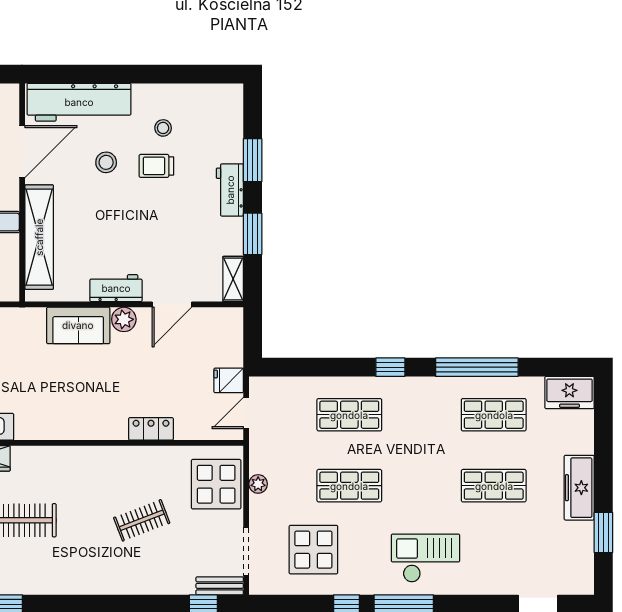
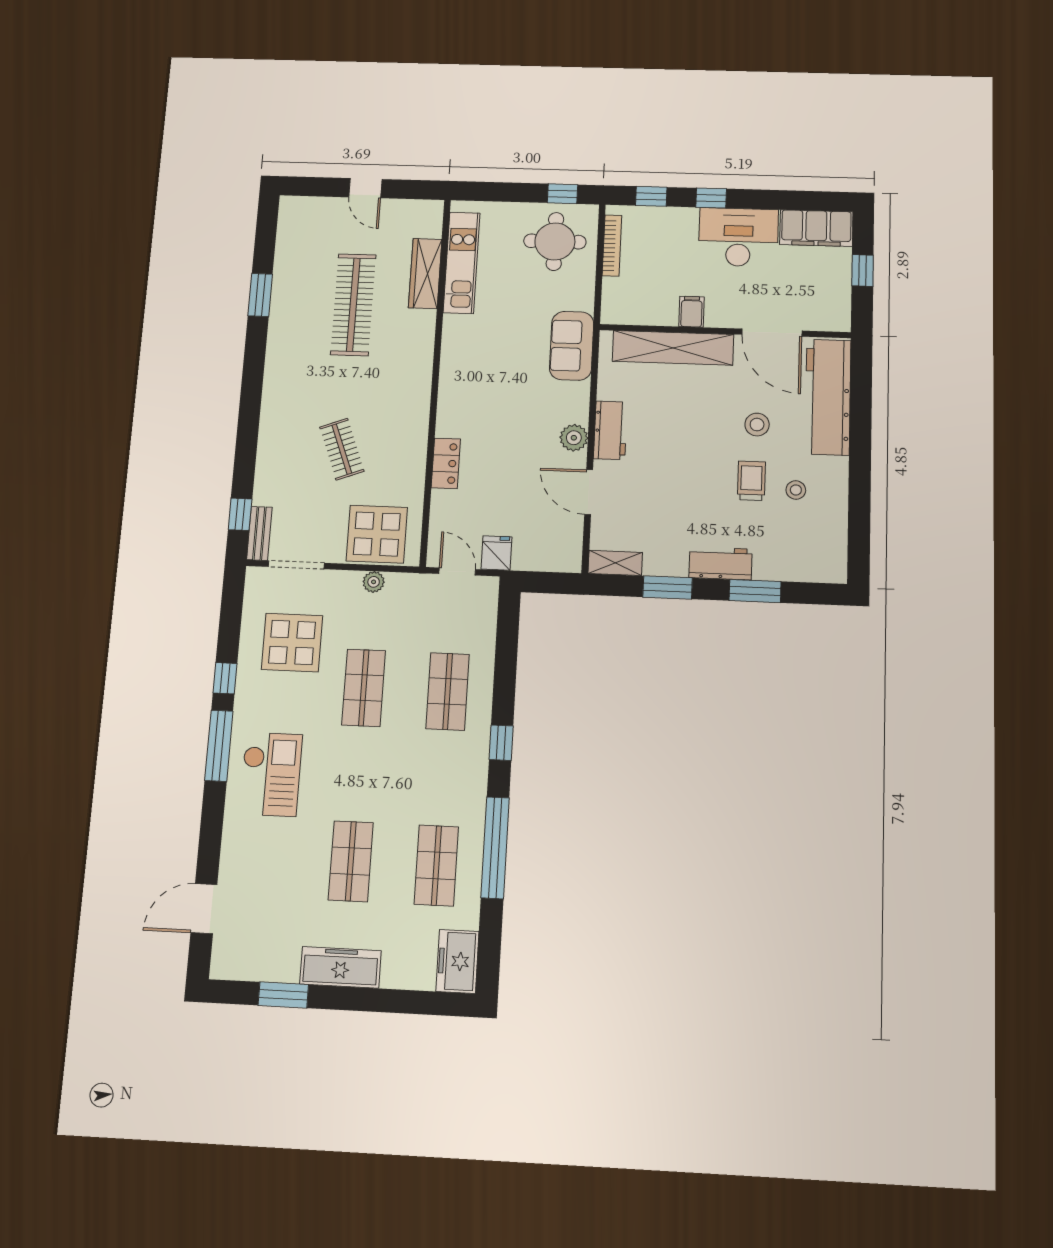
sofa: (78, 325) -> (572, 346), moved

